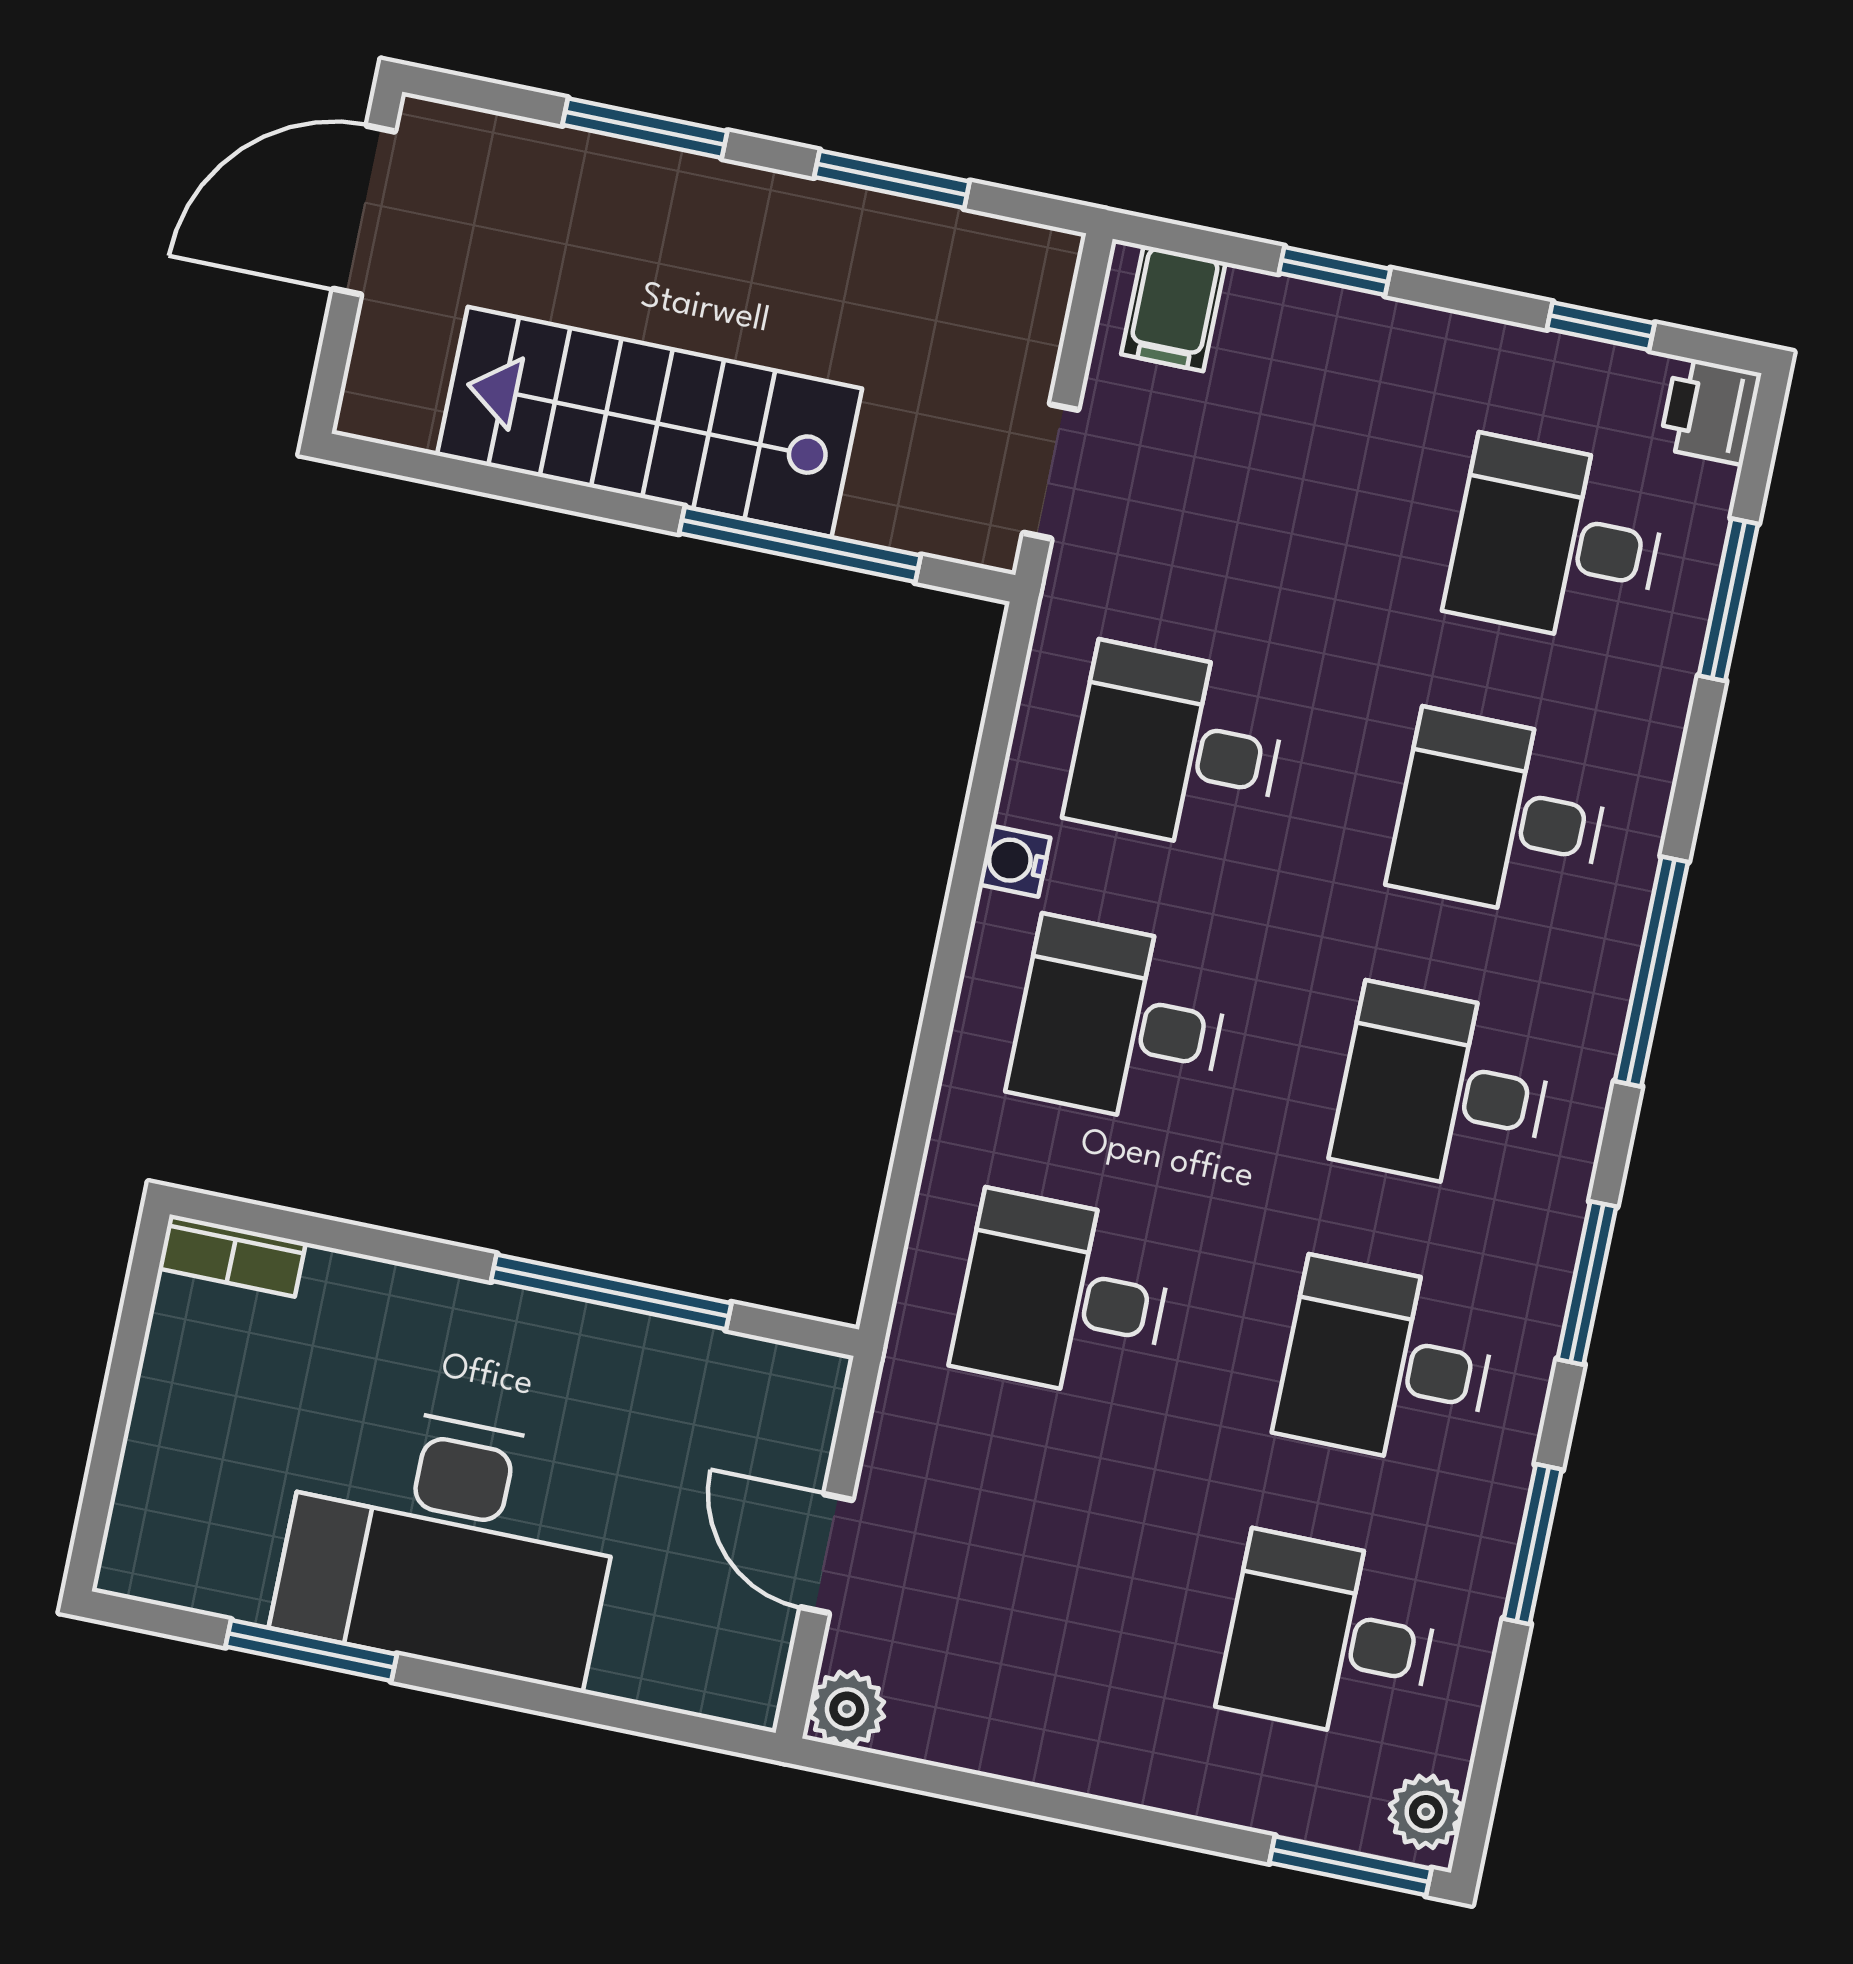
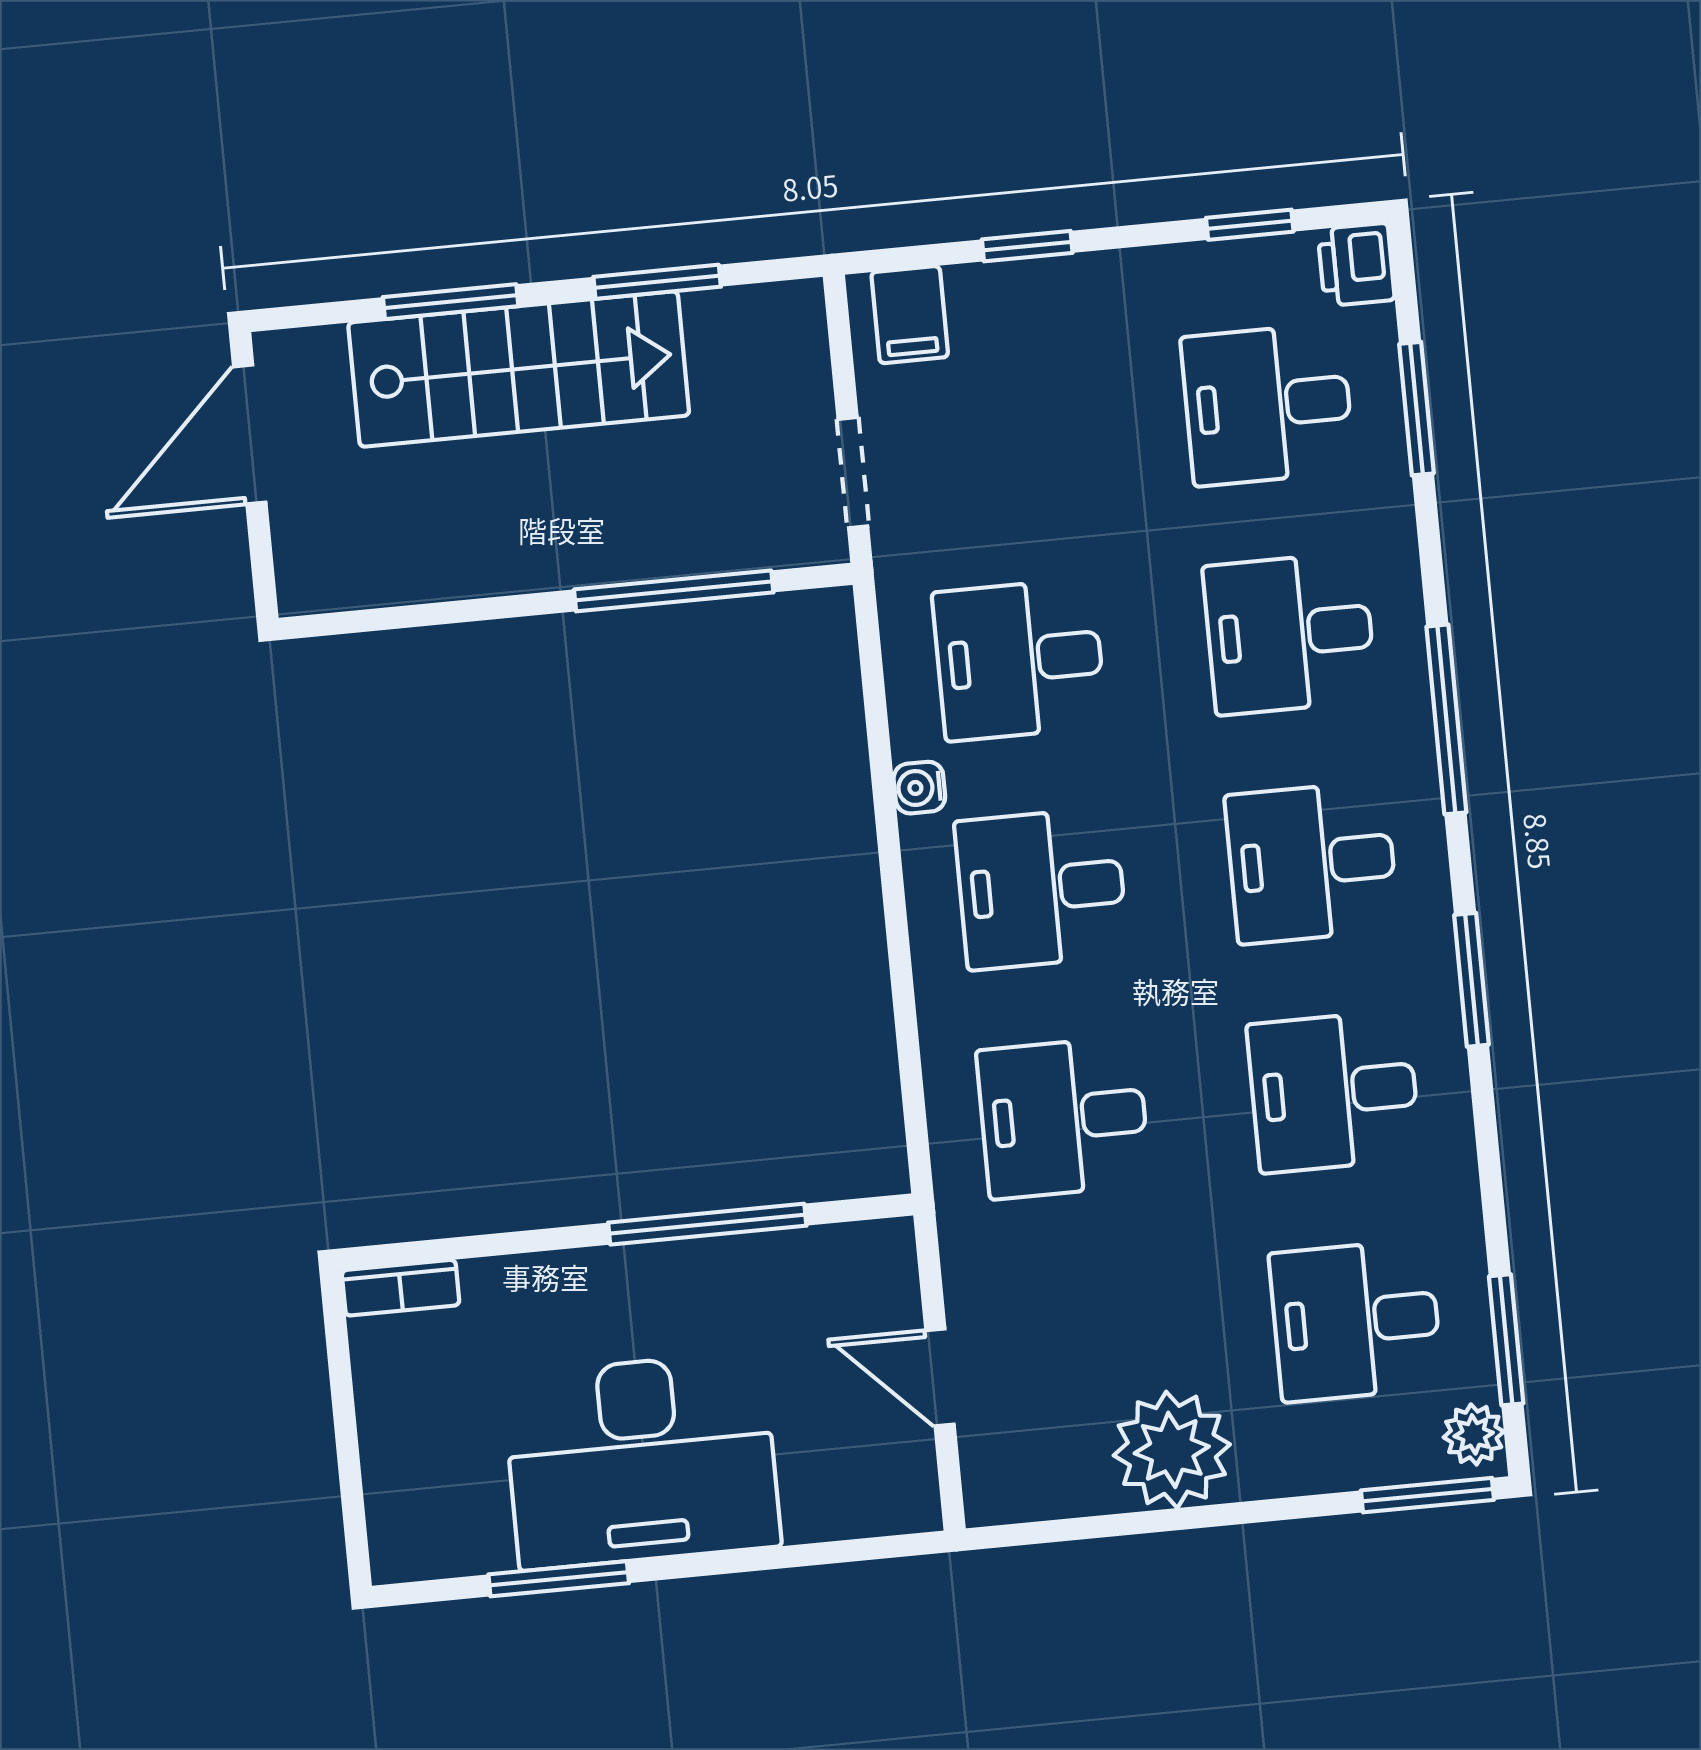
stairs: (650, 422) -> (519, 369), moved, turned 180
window: (1533, 1544) -> (1506, 1340), moved
plant: (847, 1709) -> (1172, 1450), moved, width x1.87, depth x1.87

